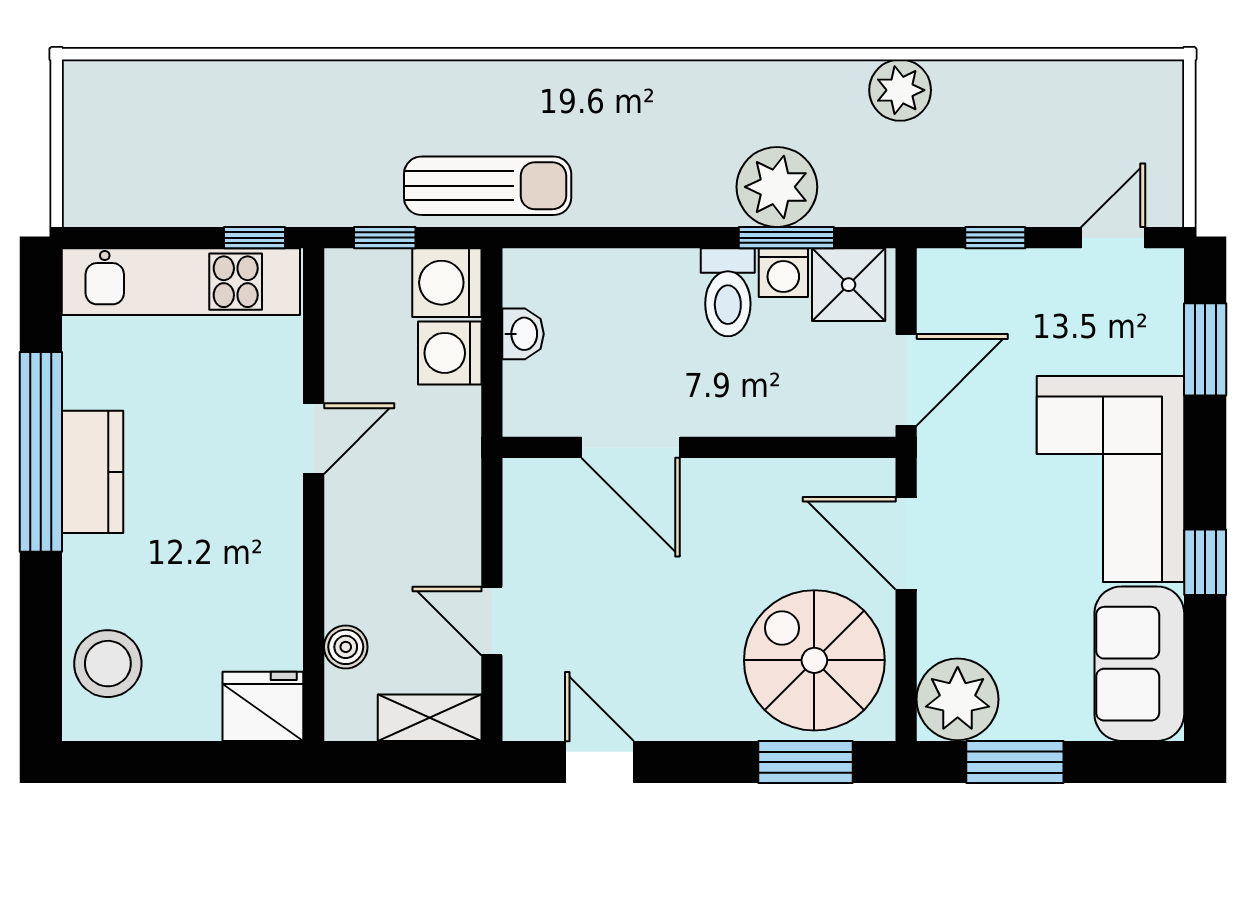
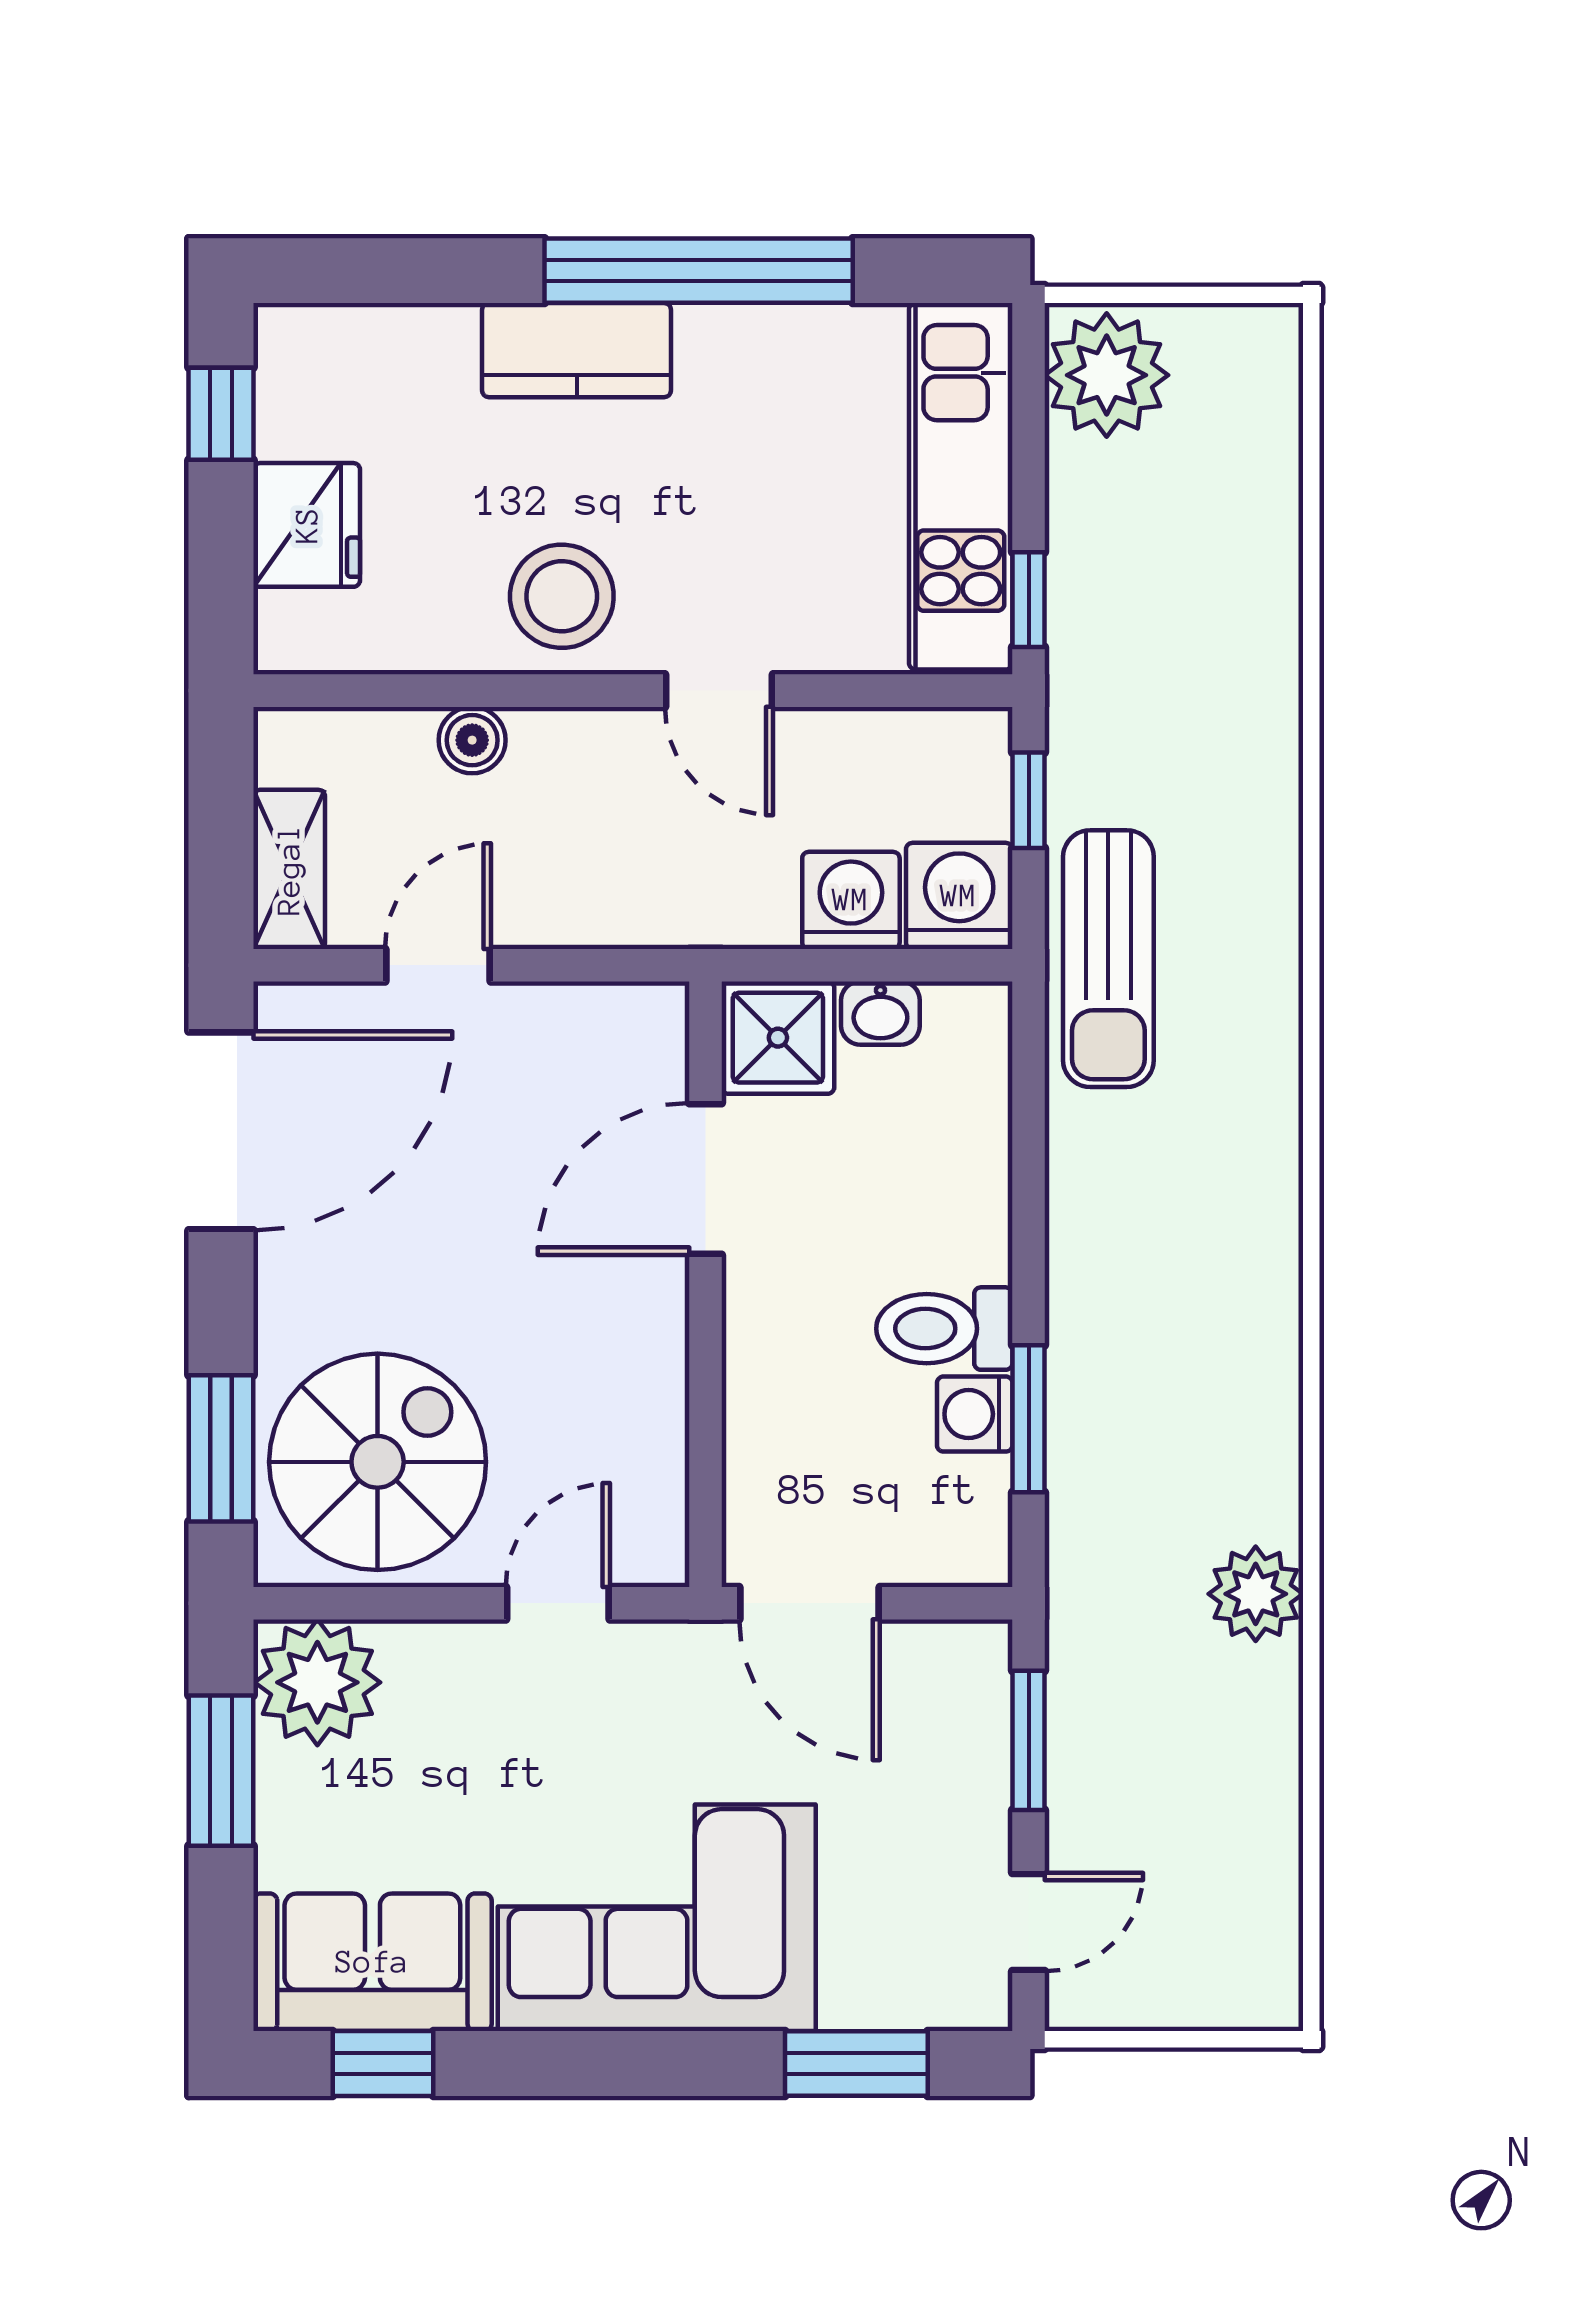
plant: (777, 187) -> (1107, 375), moved
window: (995, 238) -> (1029, 1740), width x1.50
door: (1113, 238) -> (1029, 1922), hinge flipped
shower: (849, 285) -> (778, 1038), moved
kitchen counter: (92, 472) -> (577, 350), moved
door: (906, 543) -> (558, 1603), width x0.73
window: (1205, 562) -> (383, 2063), moved
boiler: (346, 647) -> (472, 740), moved
stool: (108, 664) -> (562, 596), moved
fridge: (263, 706) -> (307, 525), moved
window: (134, 762) -> (221, 414), added
door: (599, 762) -> (221, 1131), width x1.88

